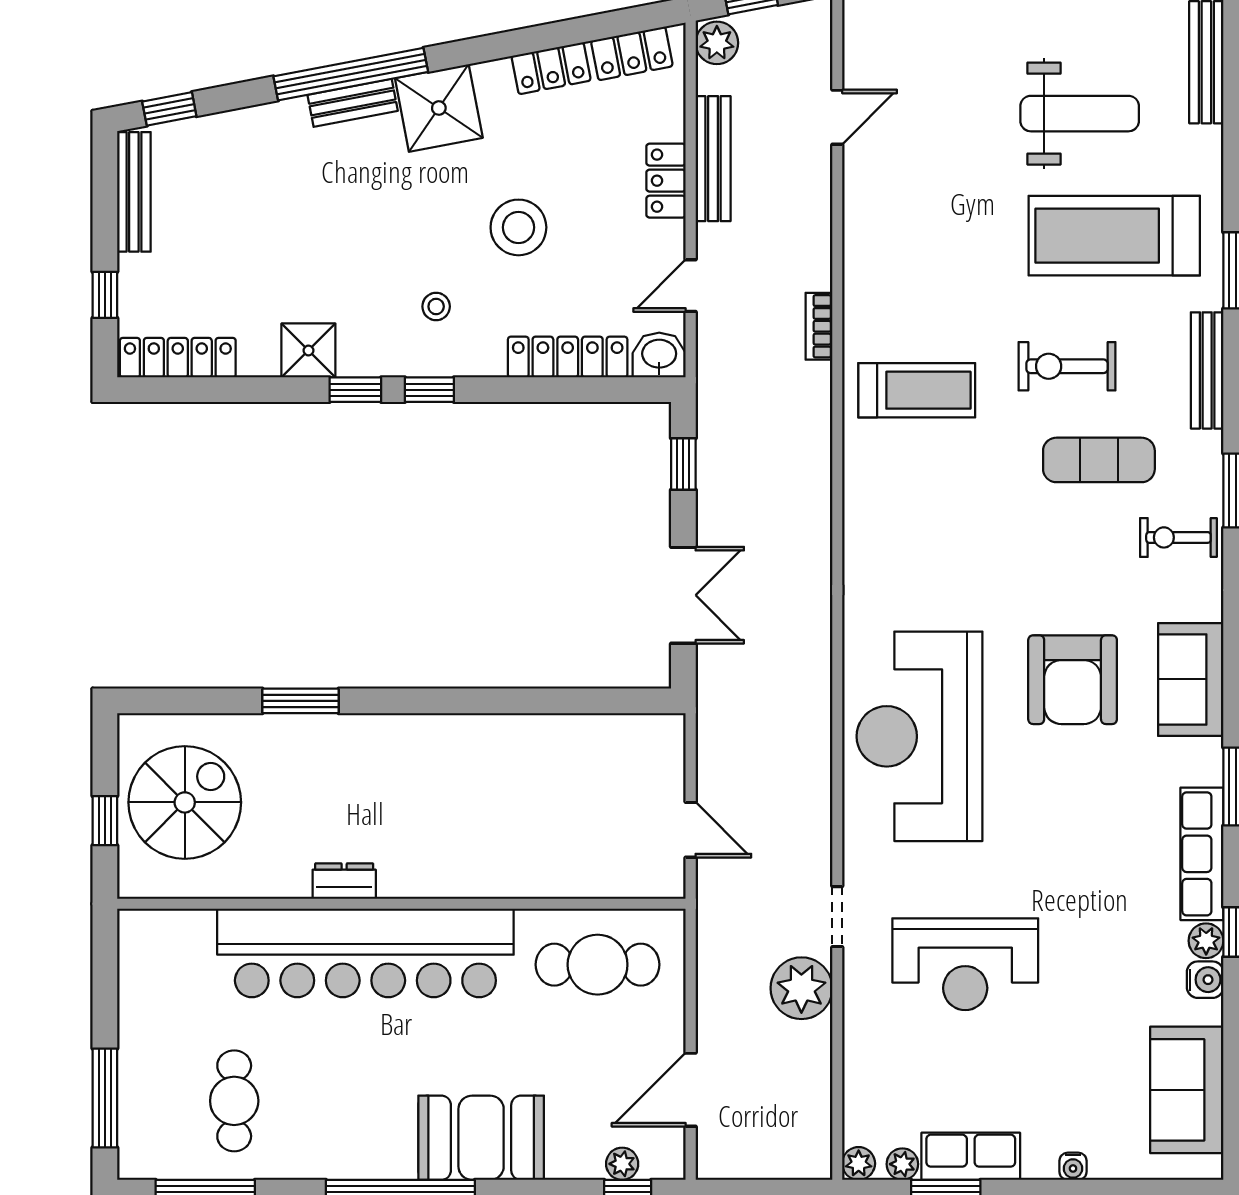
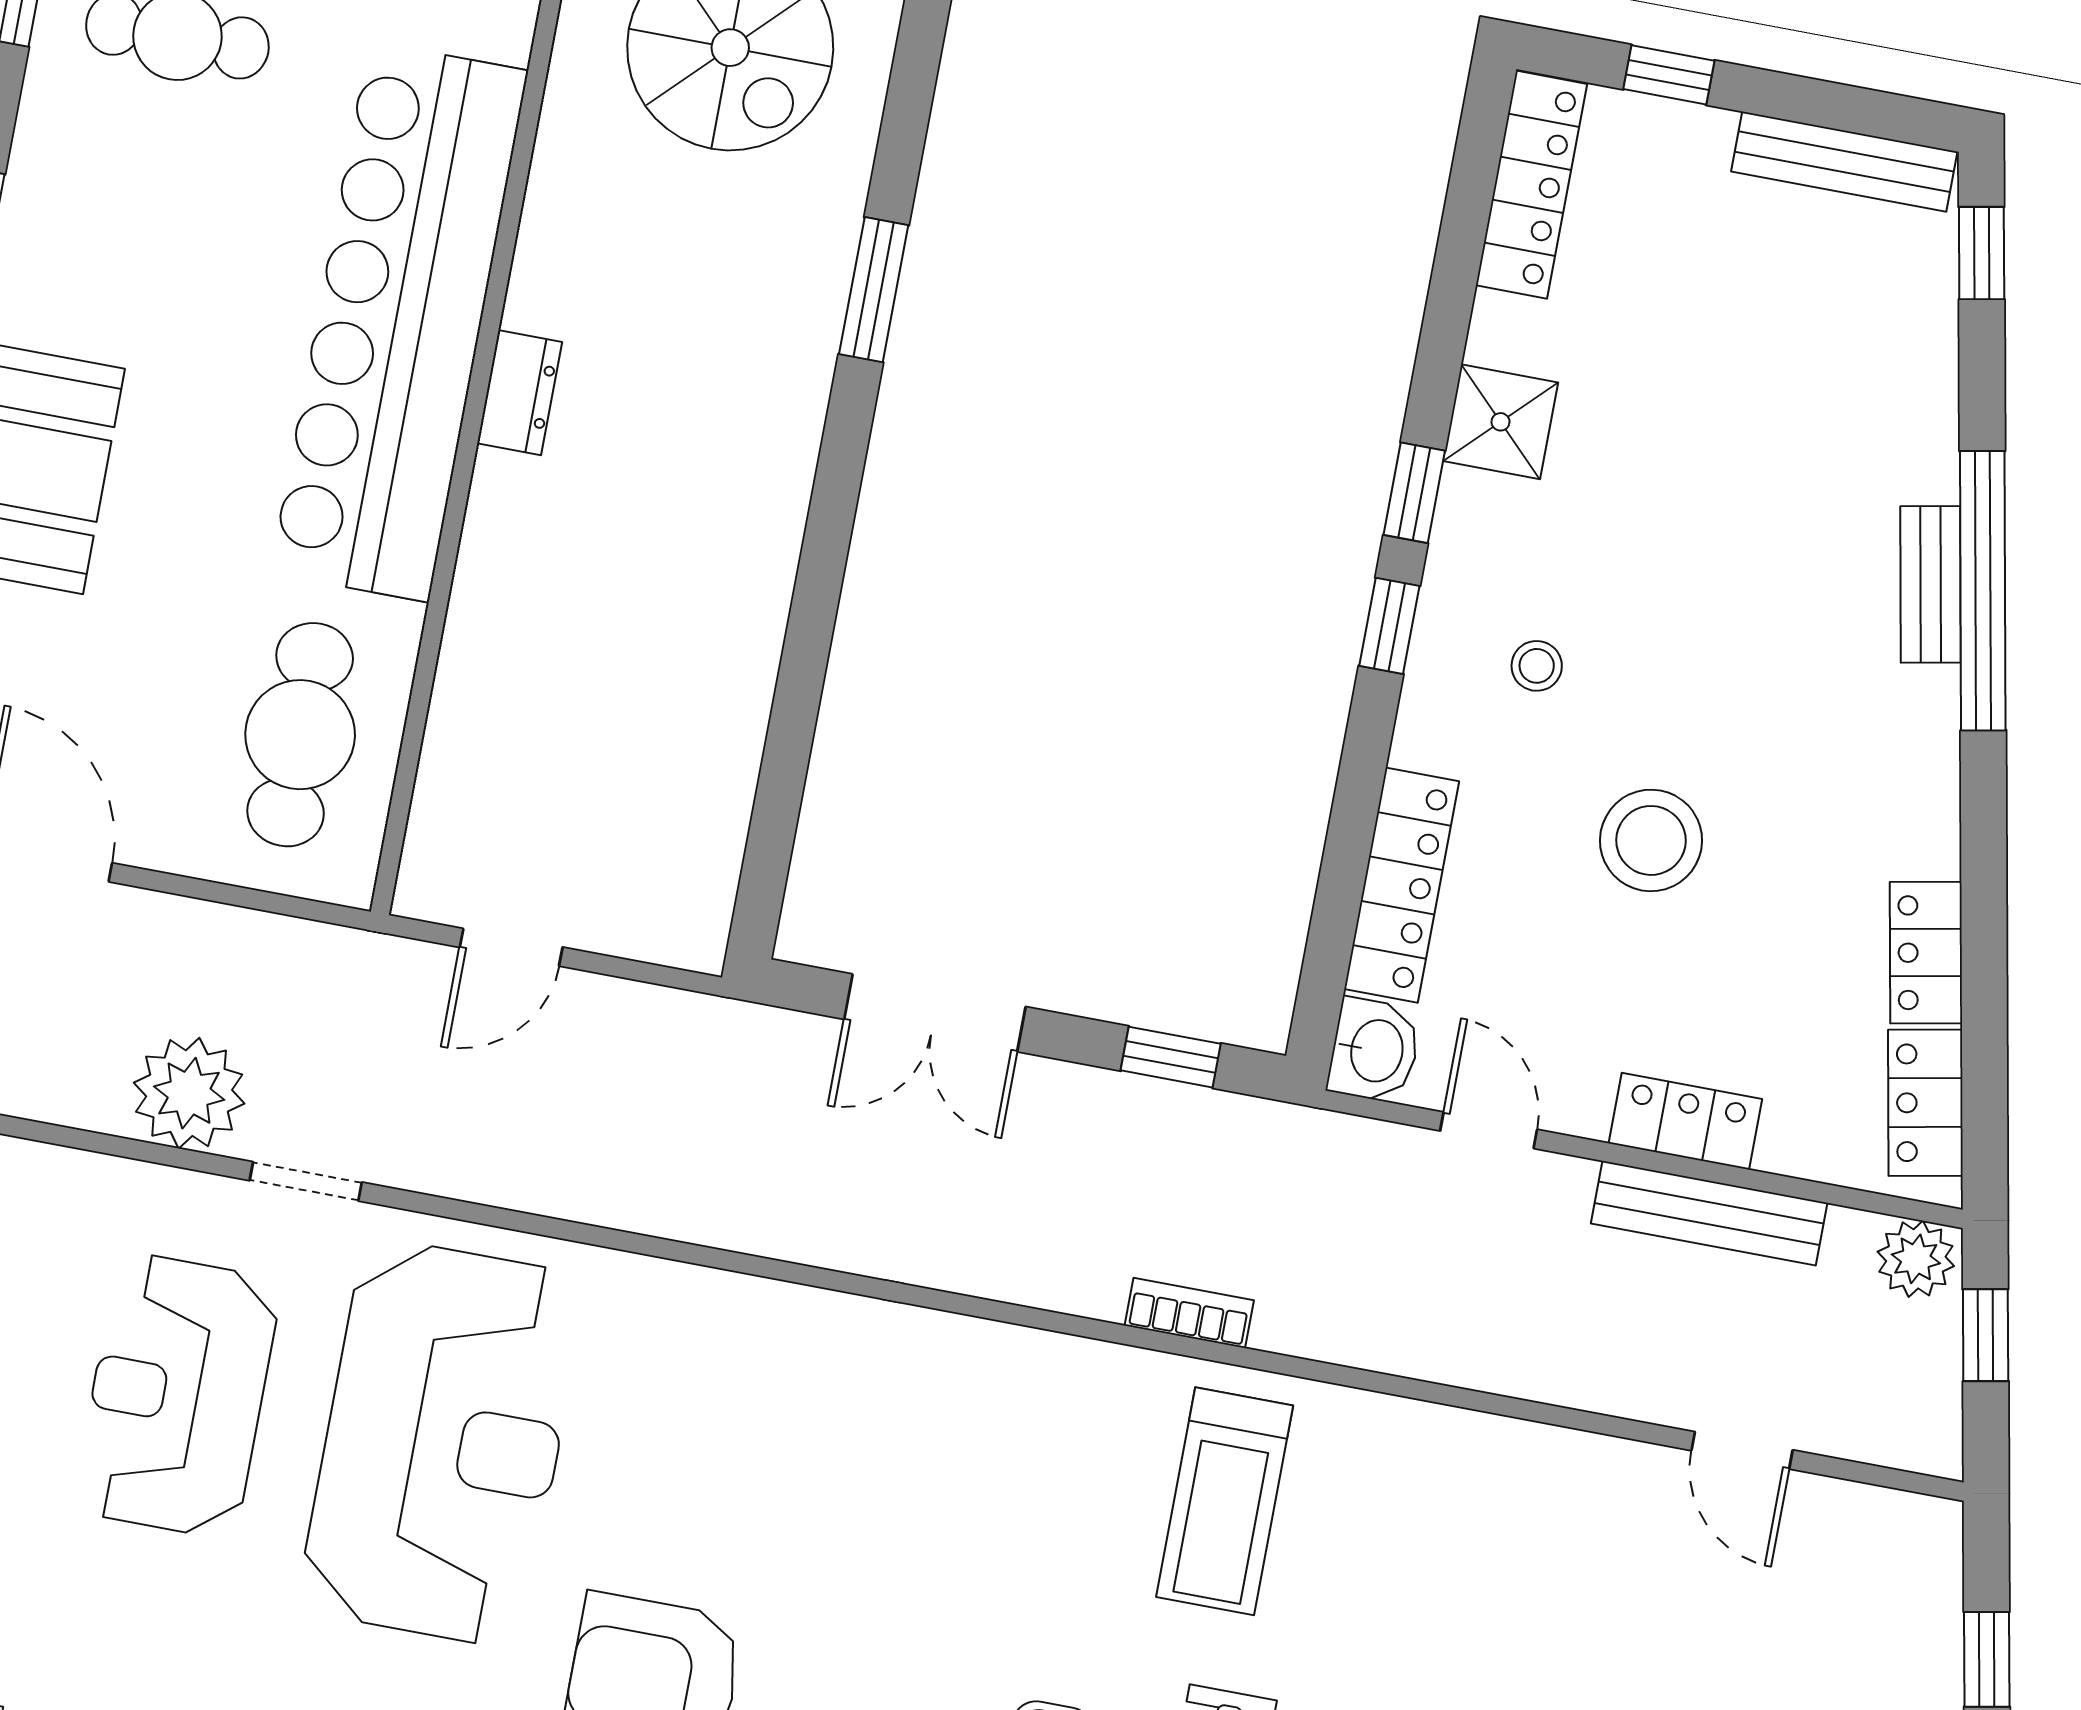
shower: (439, 108) -> (1892, 738), removed
bookcase: (819, 326) -> (1189, 1313), moved
reception desk: (919, 736) -> (442, 1443), moved, turned 90
dresser: (344, 881) -> (519, 393), moved

